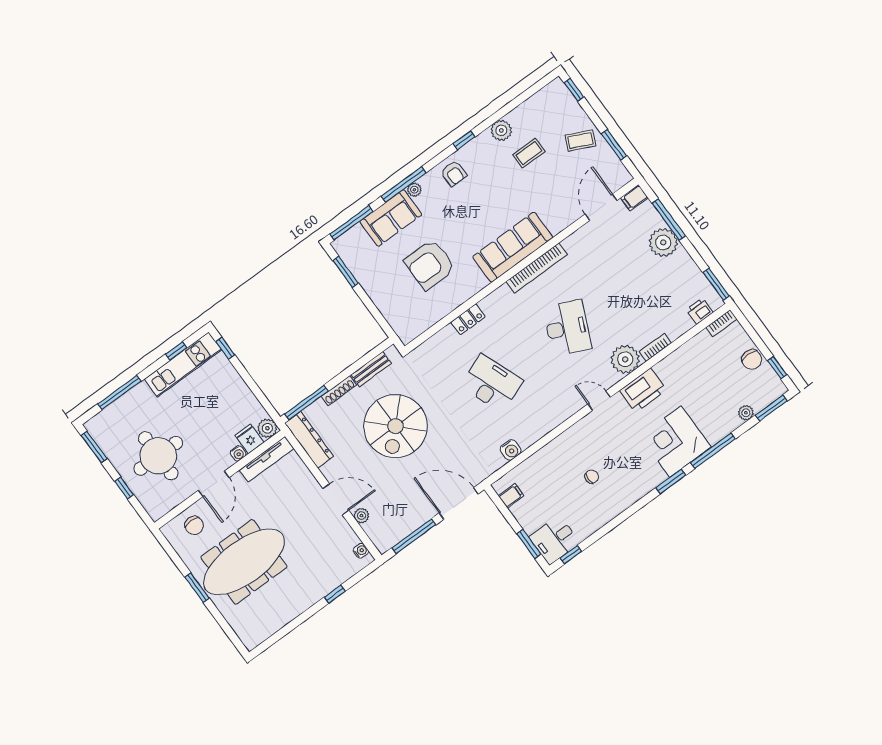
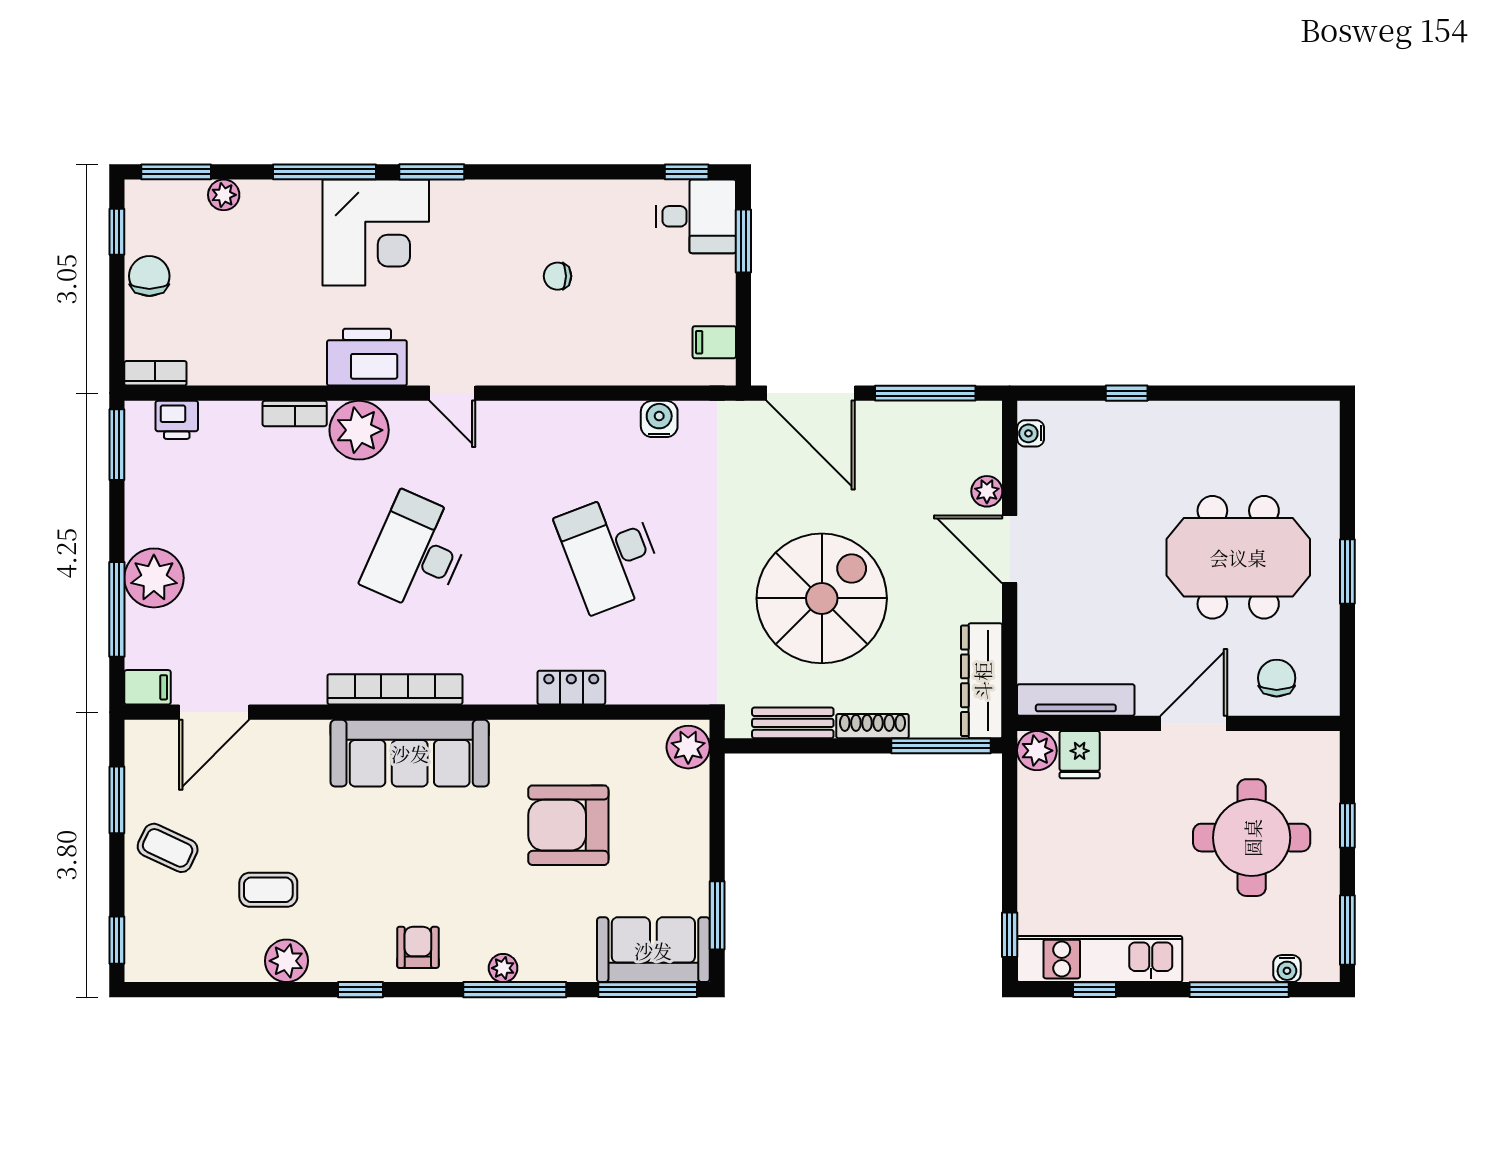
sofa: (391, 218) -> (653, 950), moved
armchair: (430, 264) -> (568, 825), turned 180
plant: (405, 330) -> (688, 747), added
water cooler: (238, 453) -> (1287, 969), moved, turned 180
meeting table: (244, 562) -> (1238, 557), width x0.73

